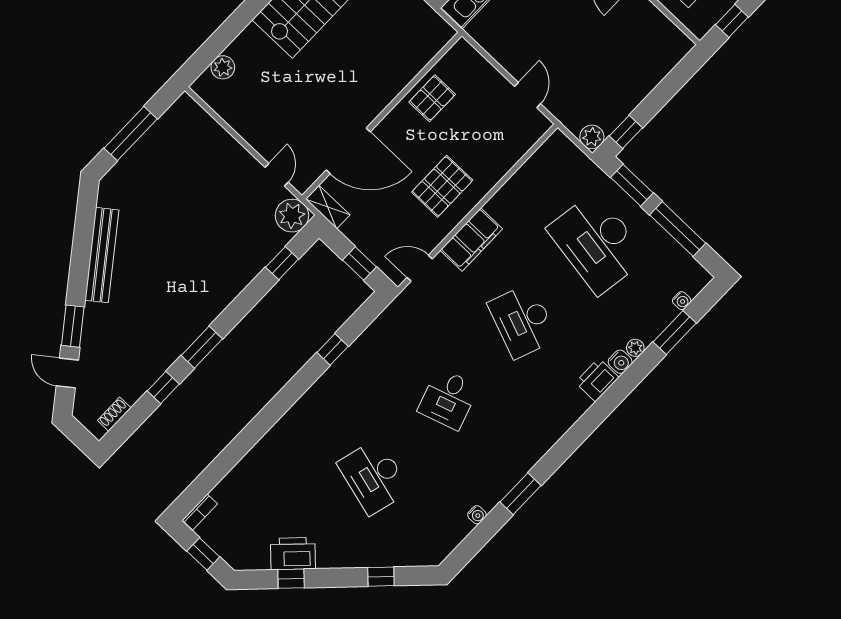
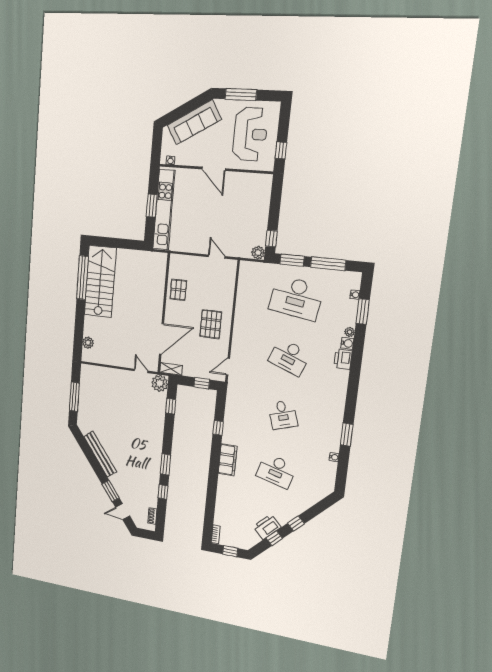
filing cabinet: (471, 240) -> (228, 460), moved
window: (381, 577) -> (296, 523), moved

